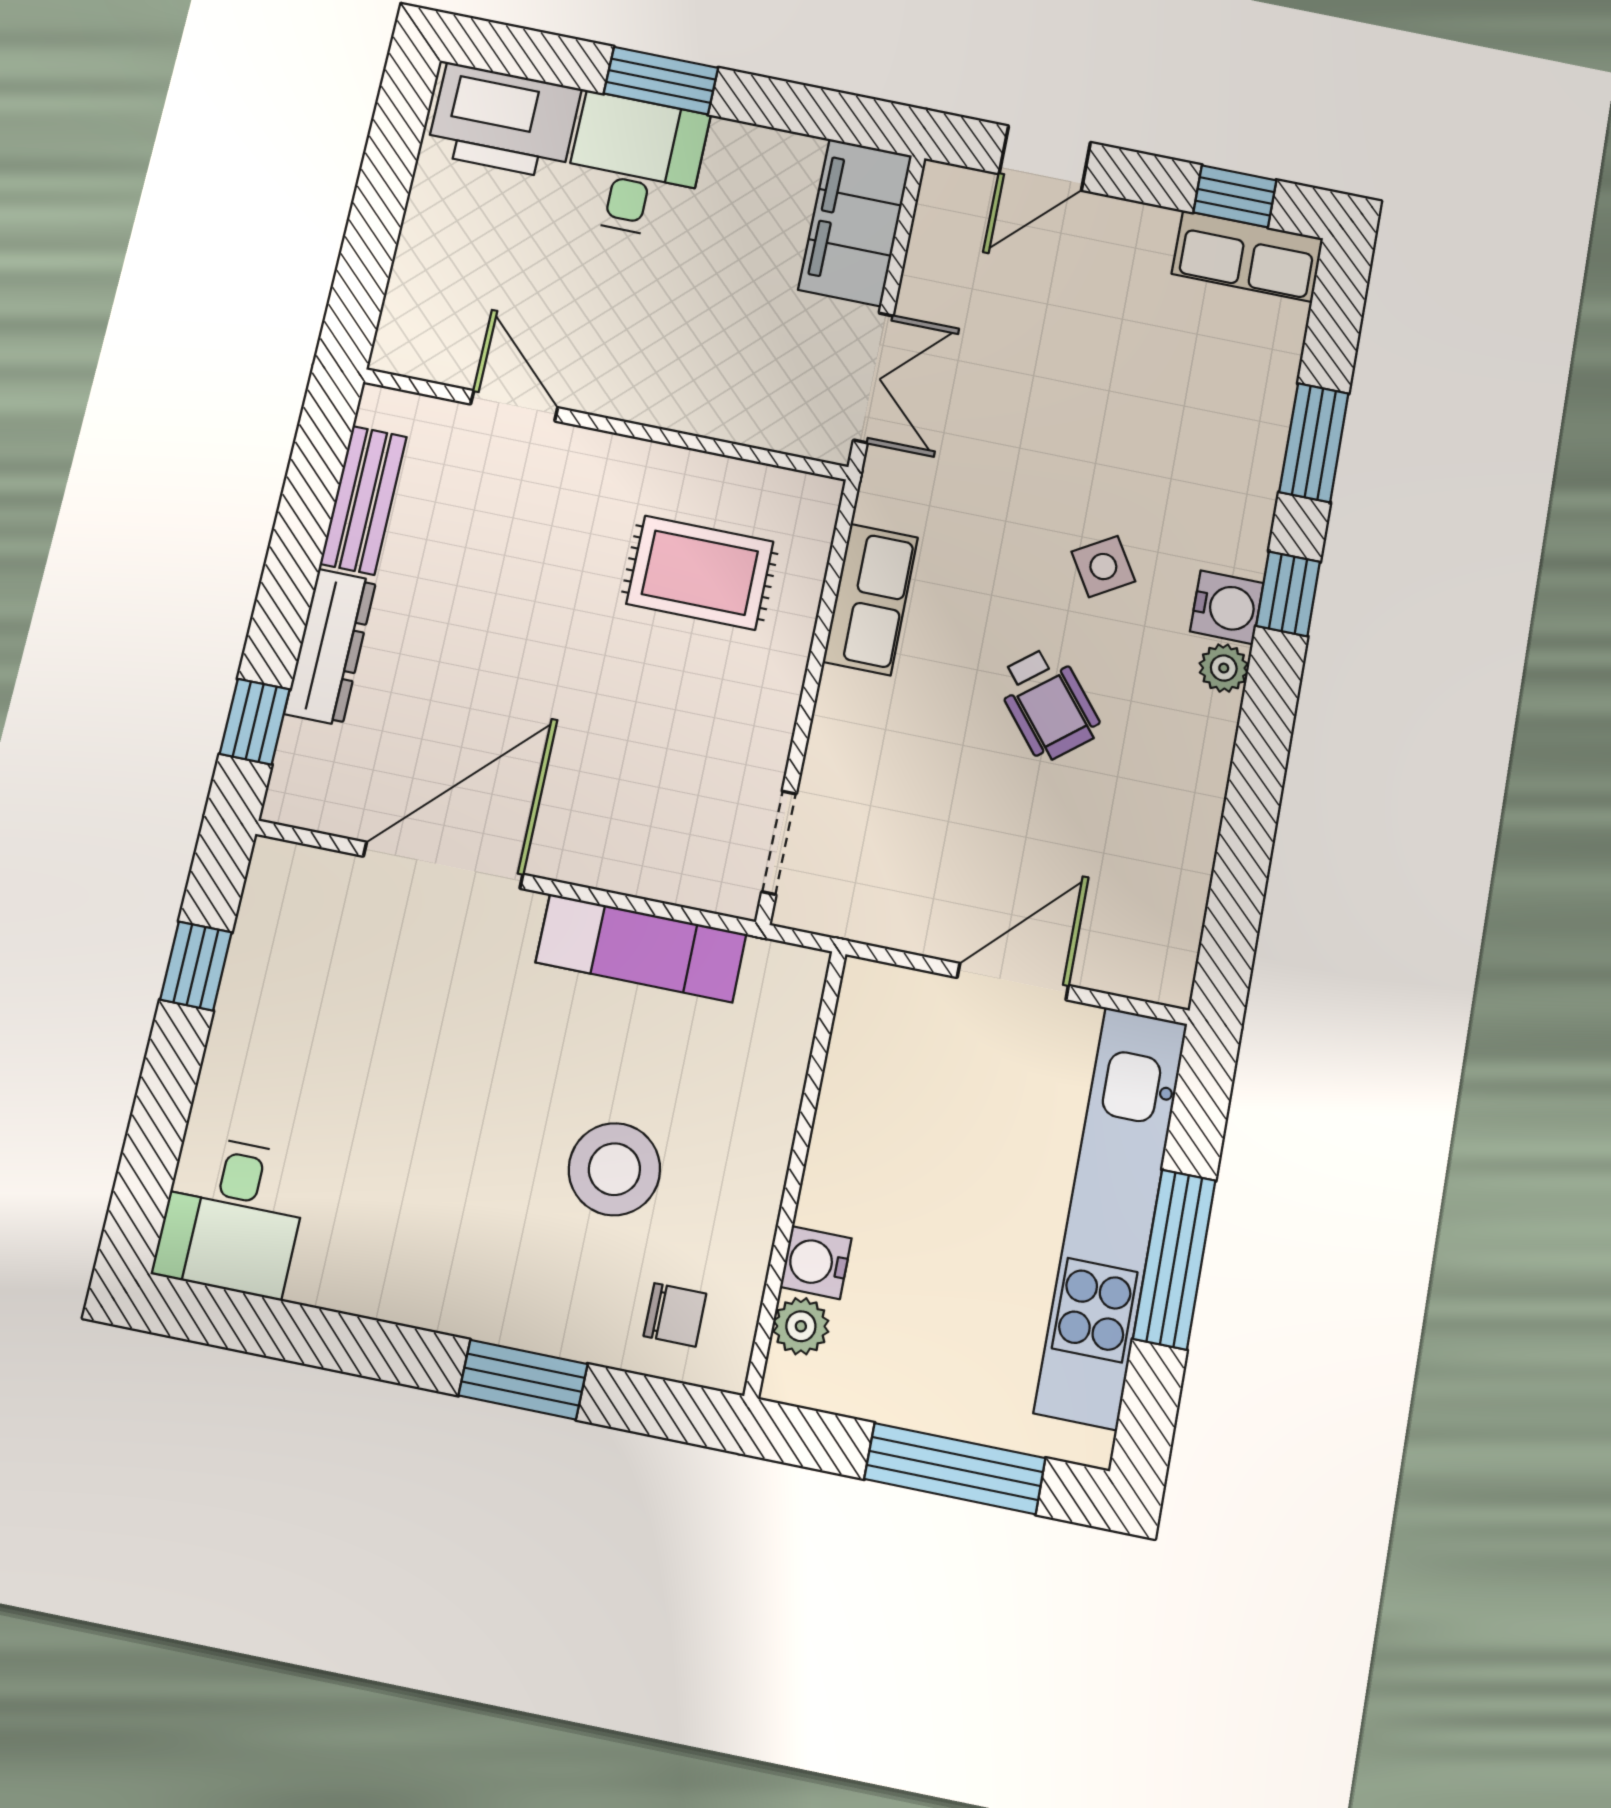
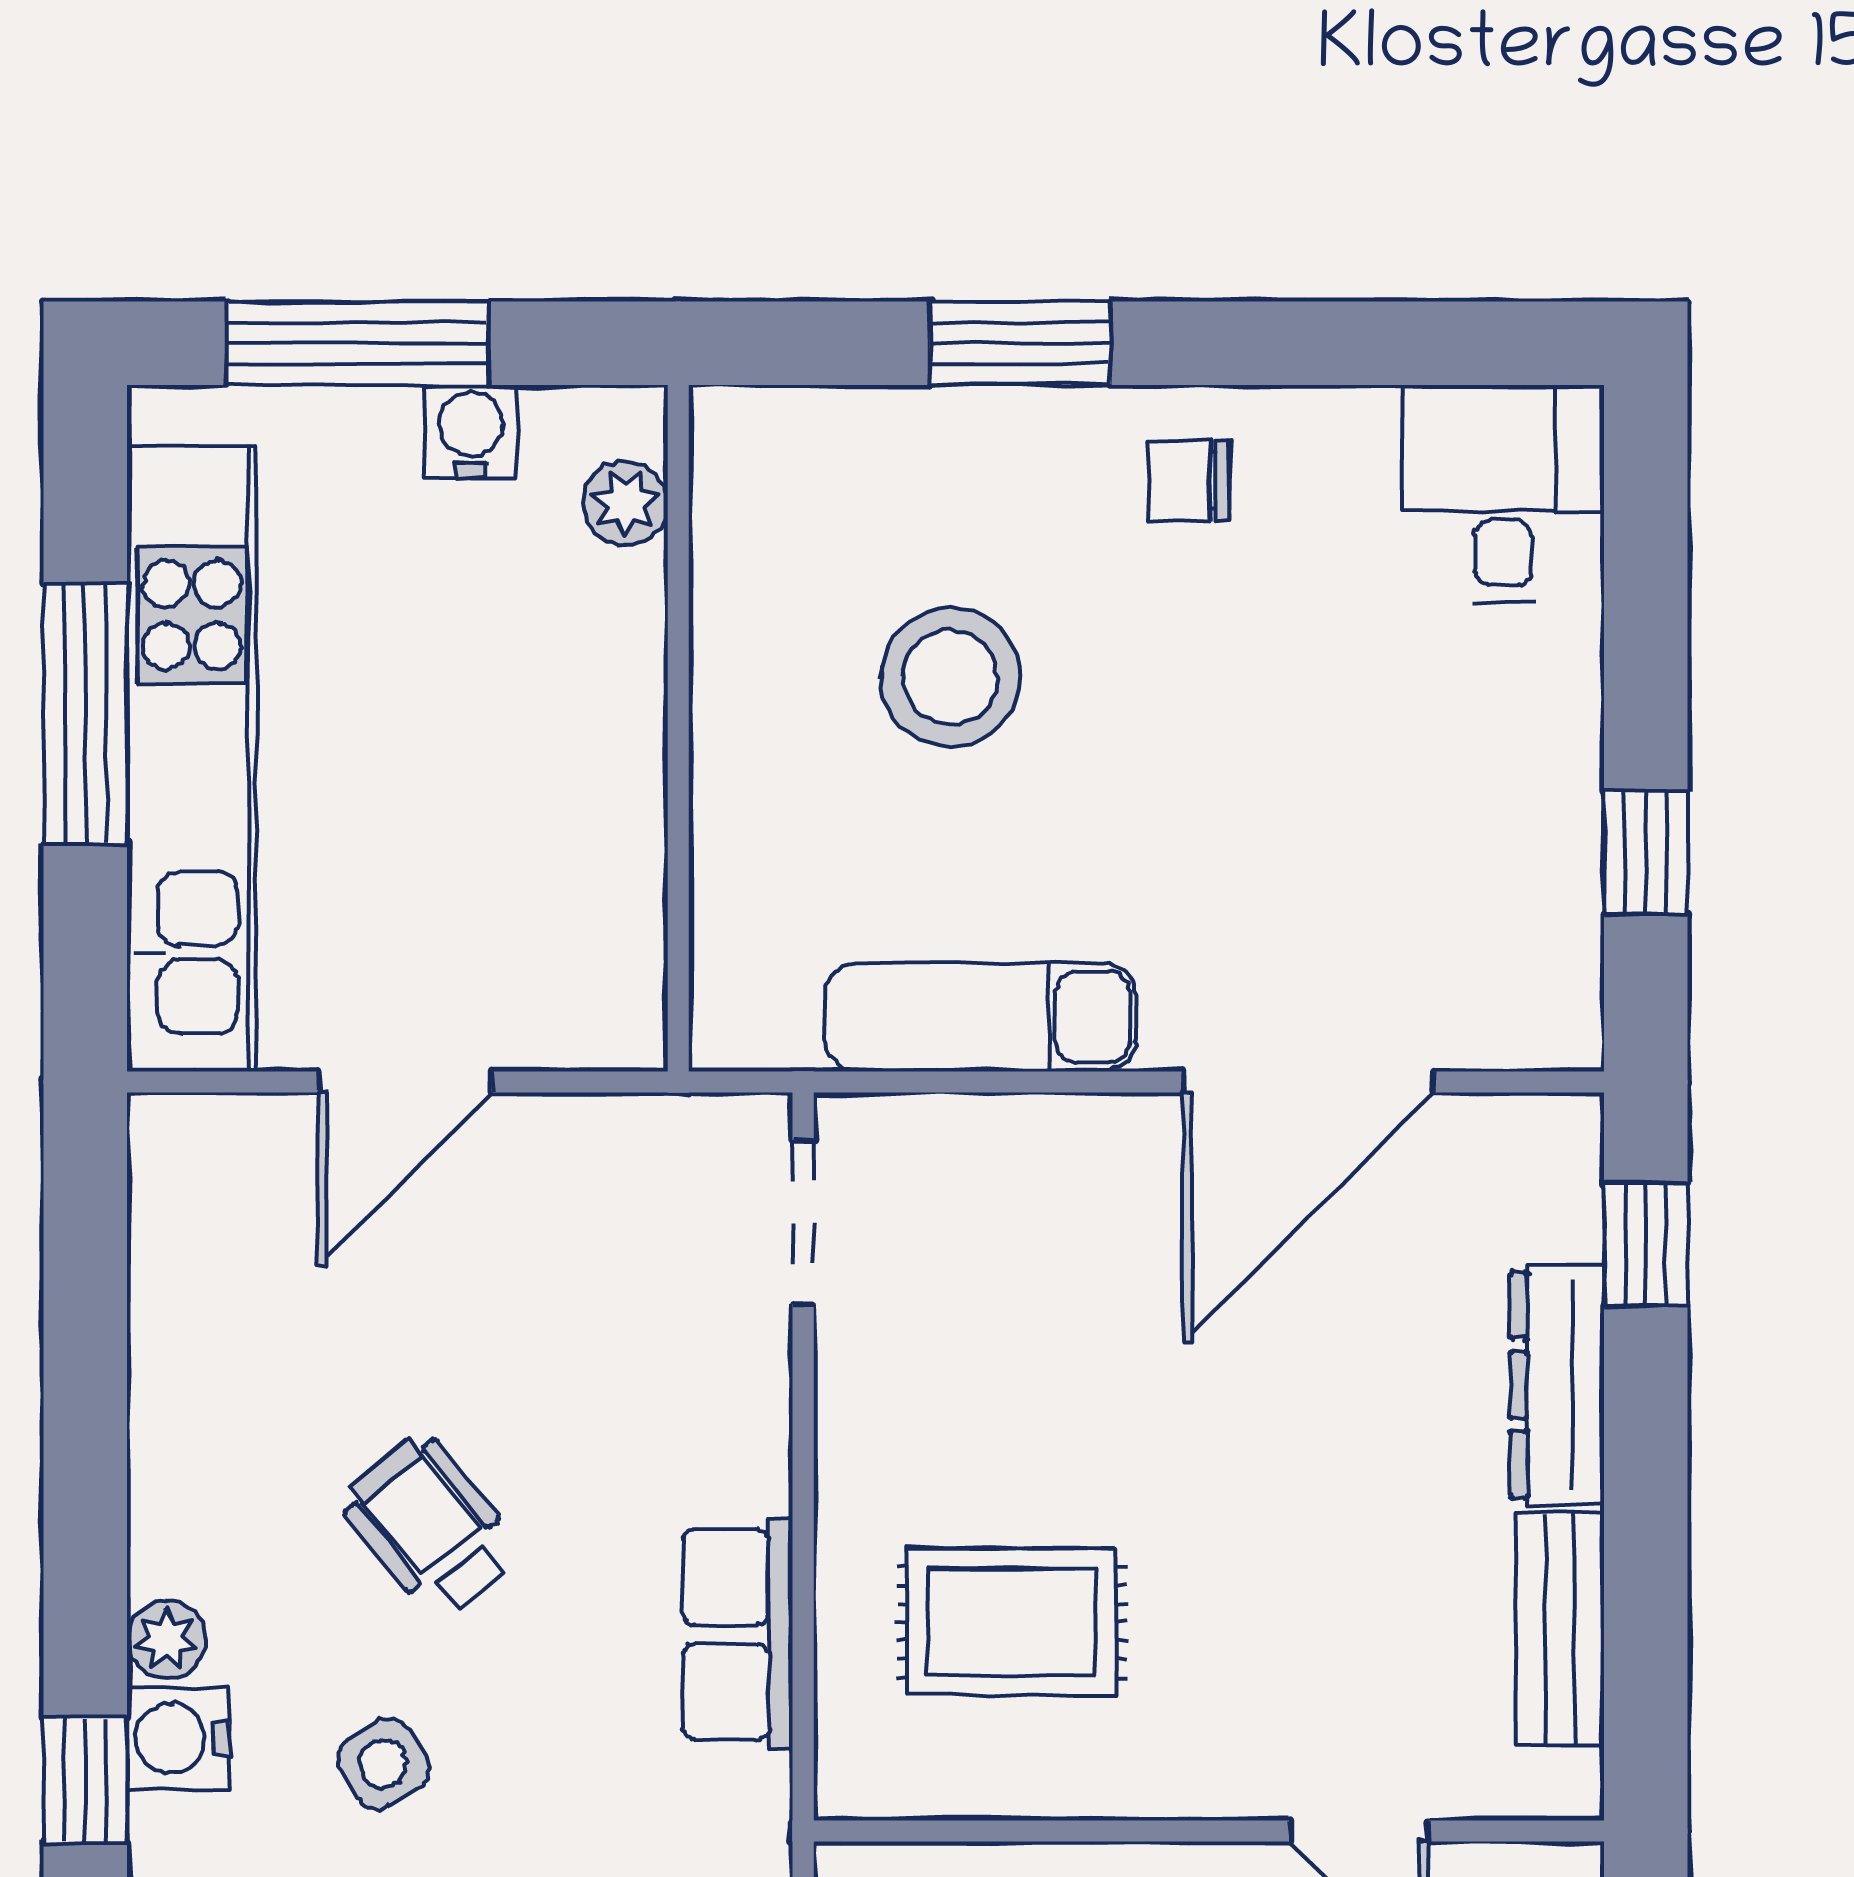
water cooler: (816, 1263) -> (471, 431), moved, turned -90
chair: (675, 1315) -> (1189, 480), moved

